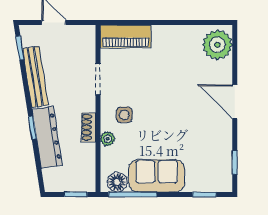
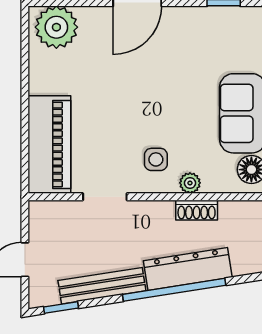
piano: (126, 36) -> (49, 144), width x1.37, depth x1.33
shoe rack: (89, 127) -> (197, 210), moved
window: (32, 128) -> (174, 290), width x3.17

